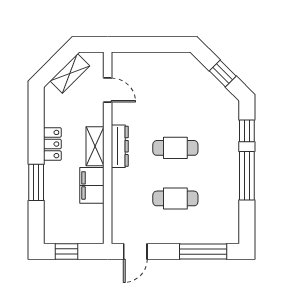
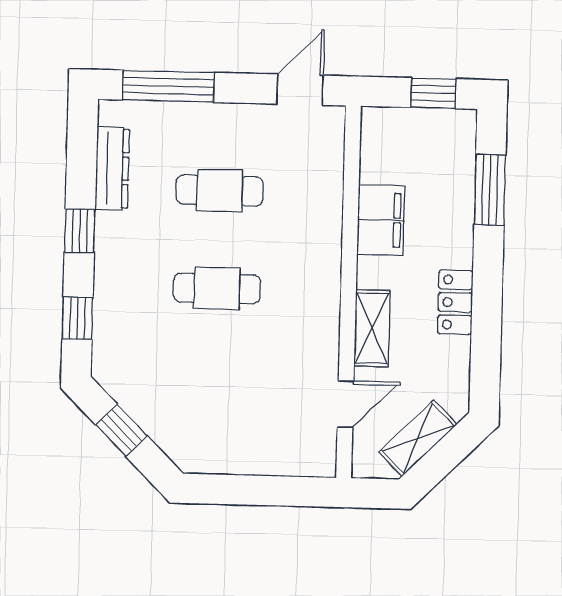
door: (108, 90) -> (346, 404), swing flipped
shelving: (95, 146) -> (372, 328), moved
dresser: (120, 146) -> (112, 168), moved, turned 180
window: (247, 176) -> (80, 231), width x0.46
window: (36, 182) -> (490, 190), moved

